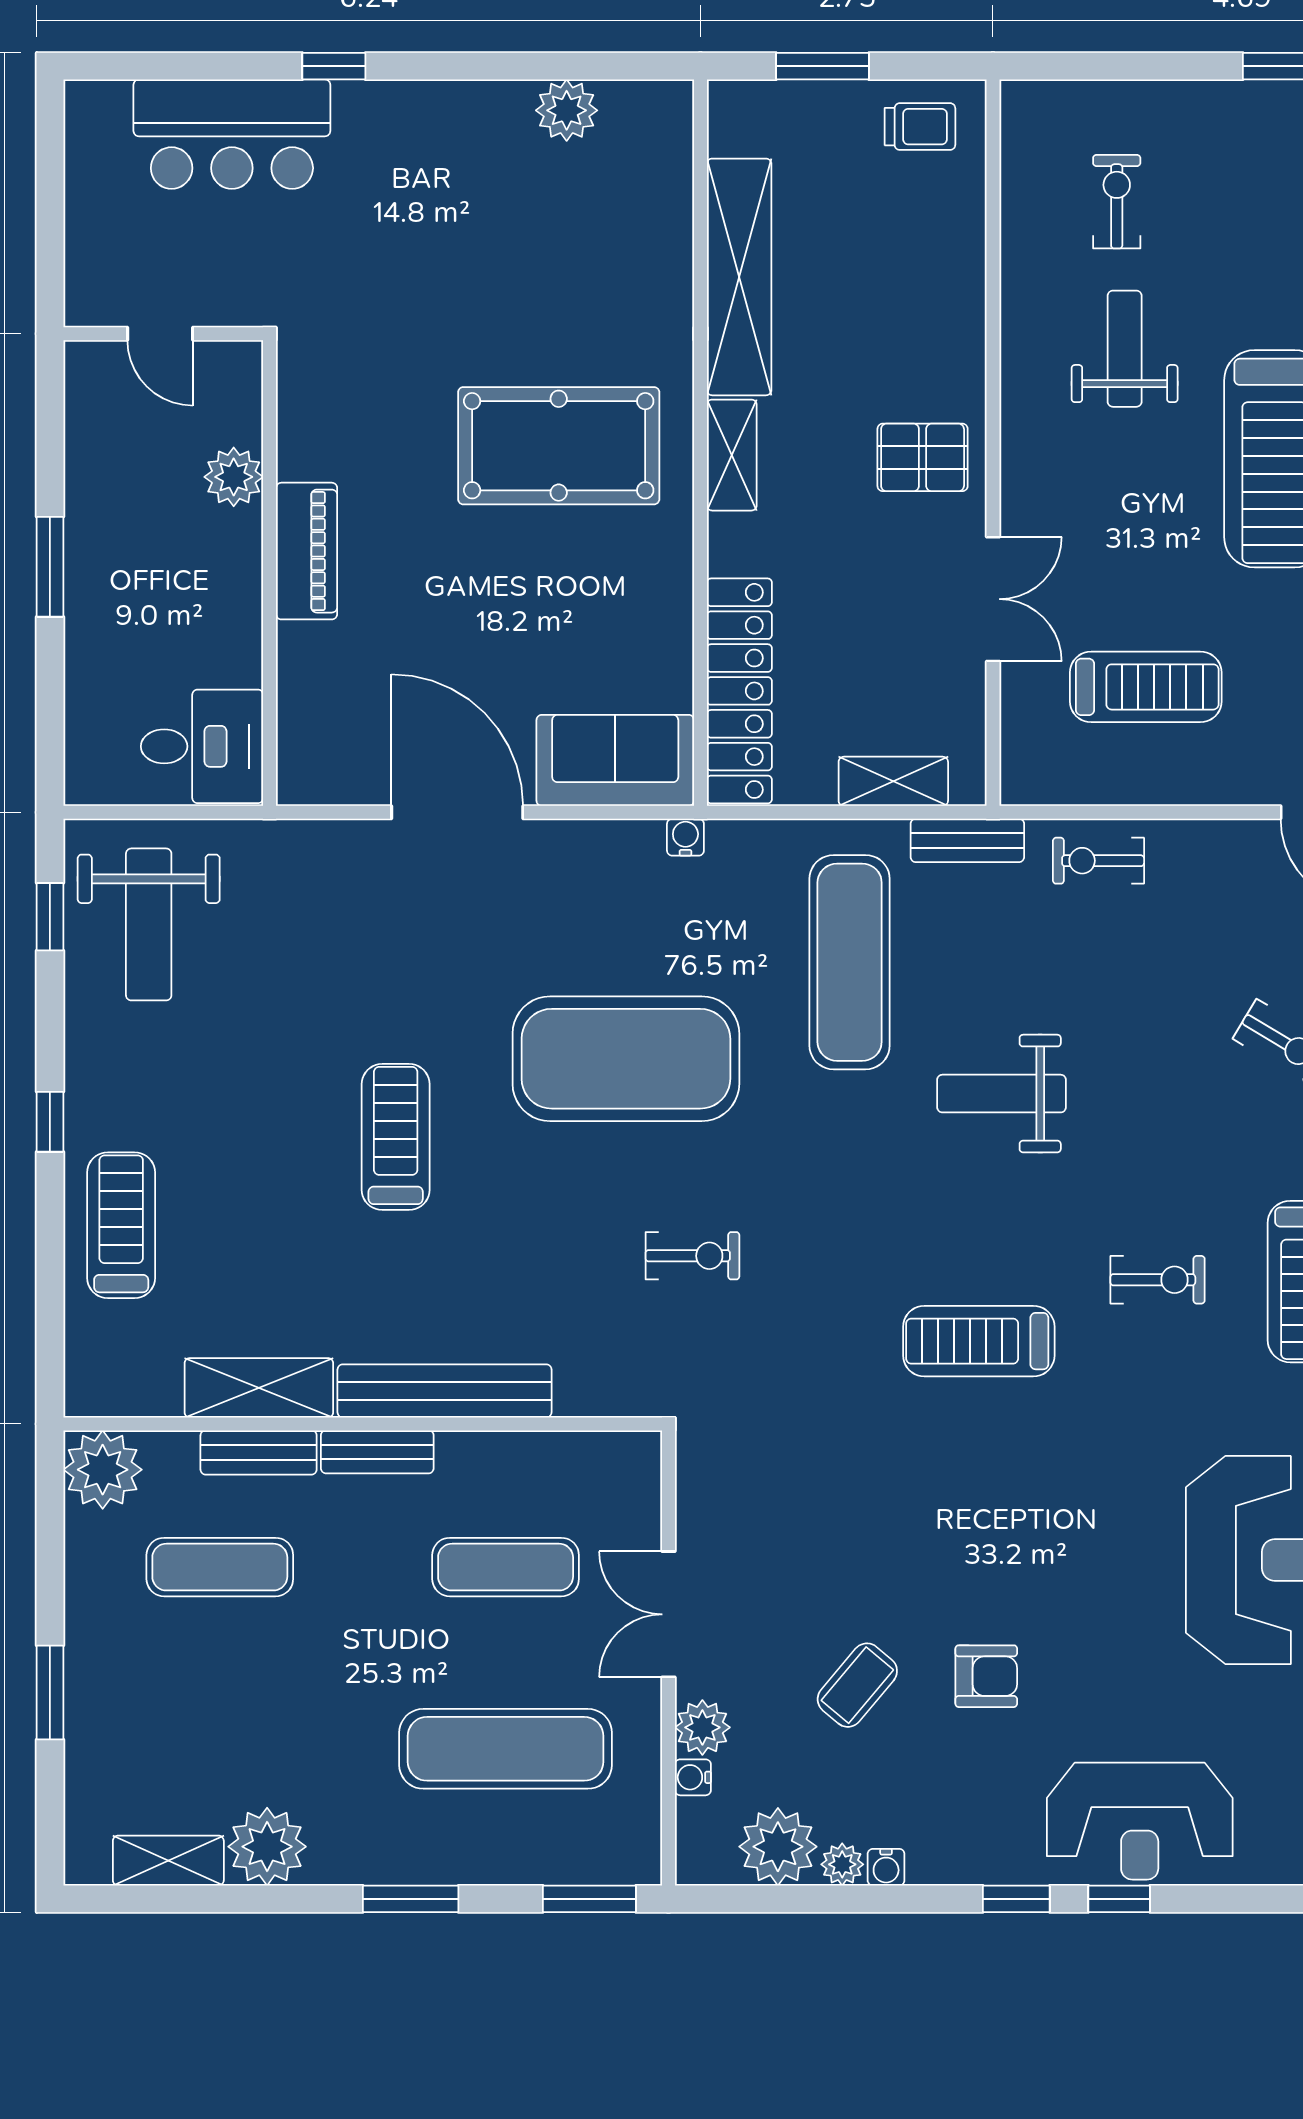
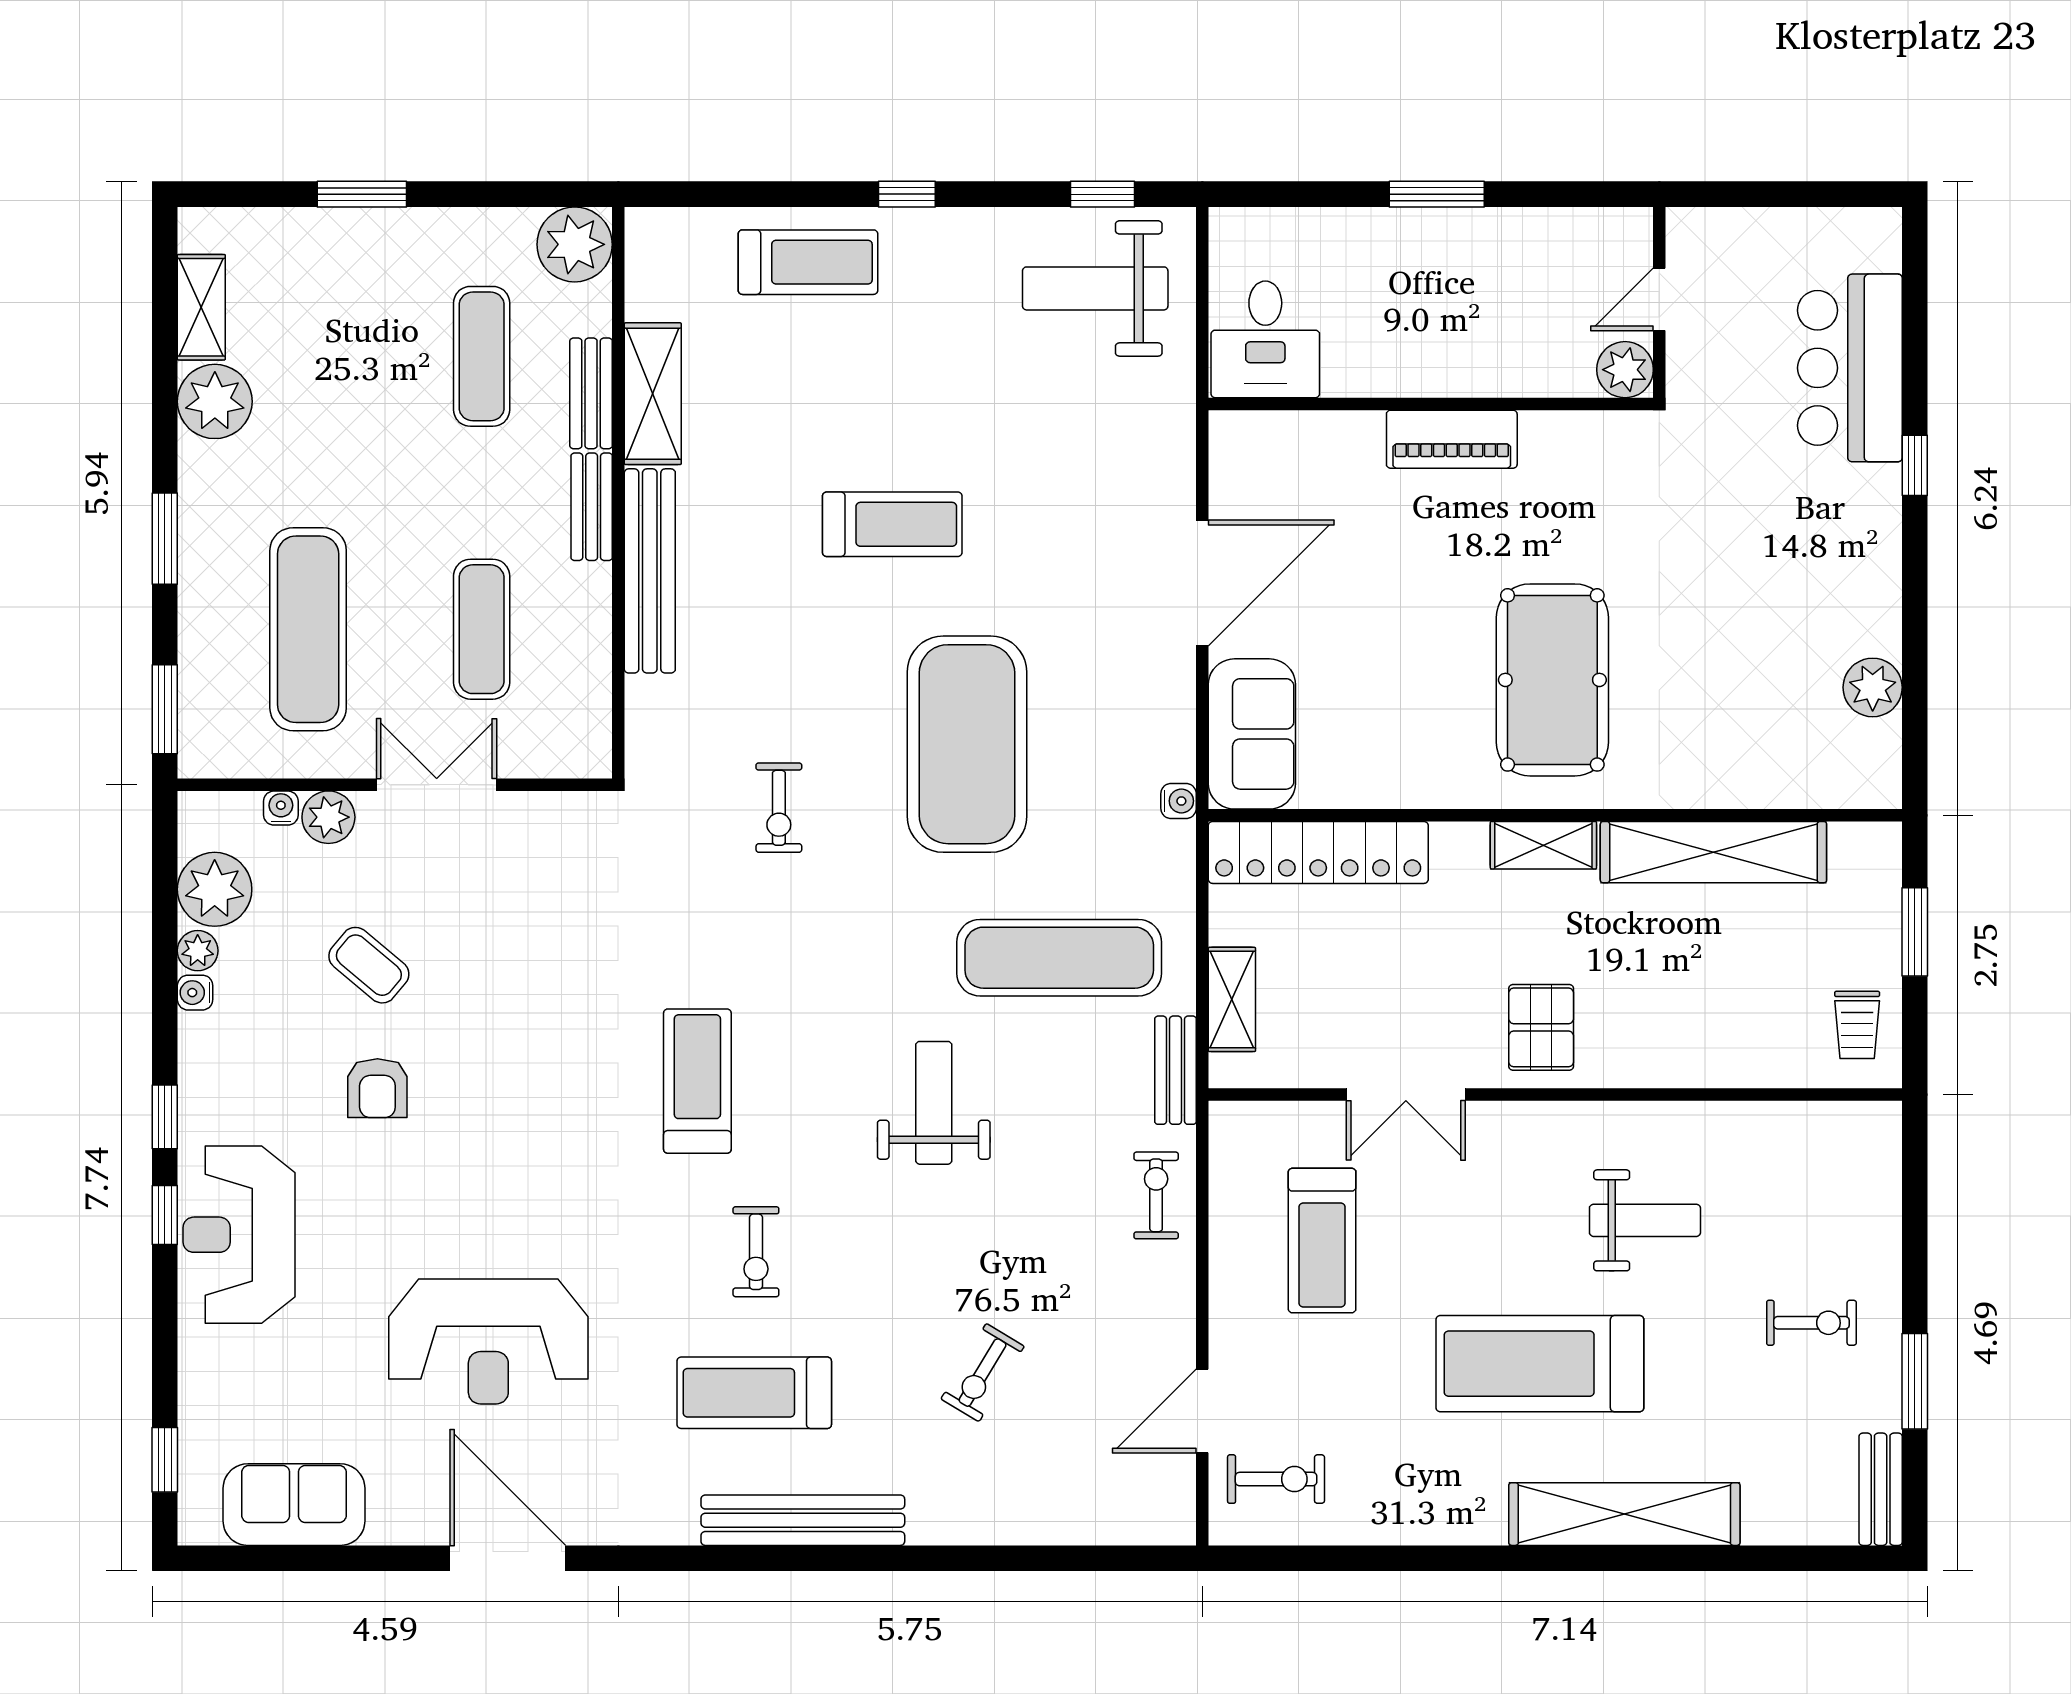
exercise bike: (1117, 202) -> (1811, 1323), moved
plant: (234, 477) -> (1625, 370), moved

